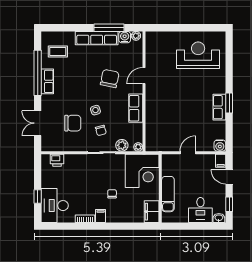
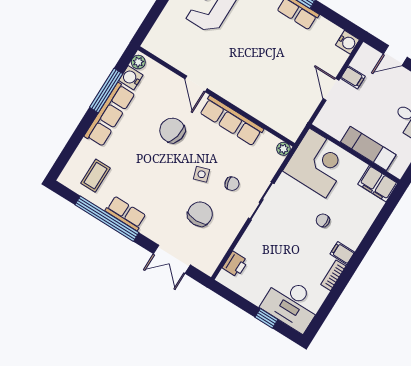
row of seats: (136, 108) -> (231, 121), width x1.48
plant: (122, 145) -> (268, 169), removed
filing cabinet: (221, 161) -> (353, 77), moved

